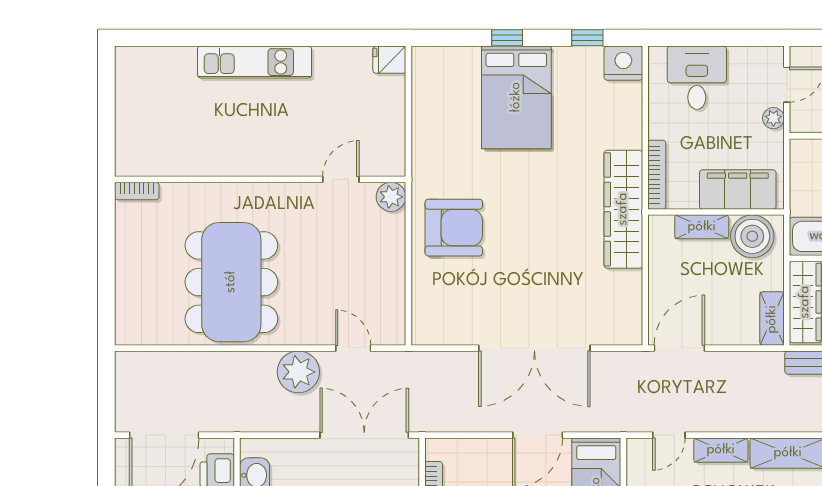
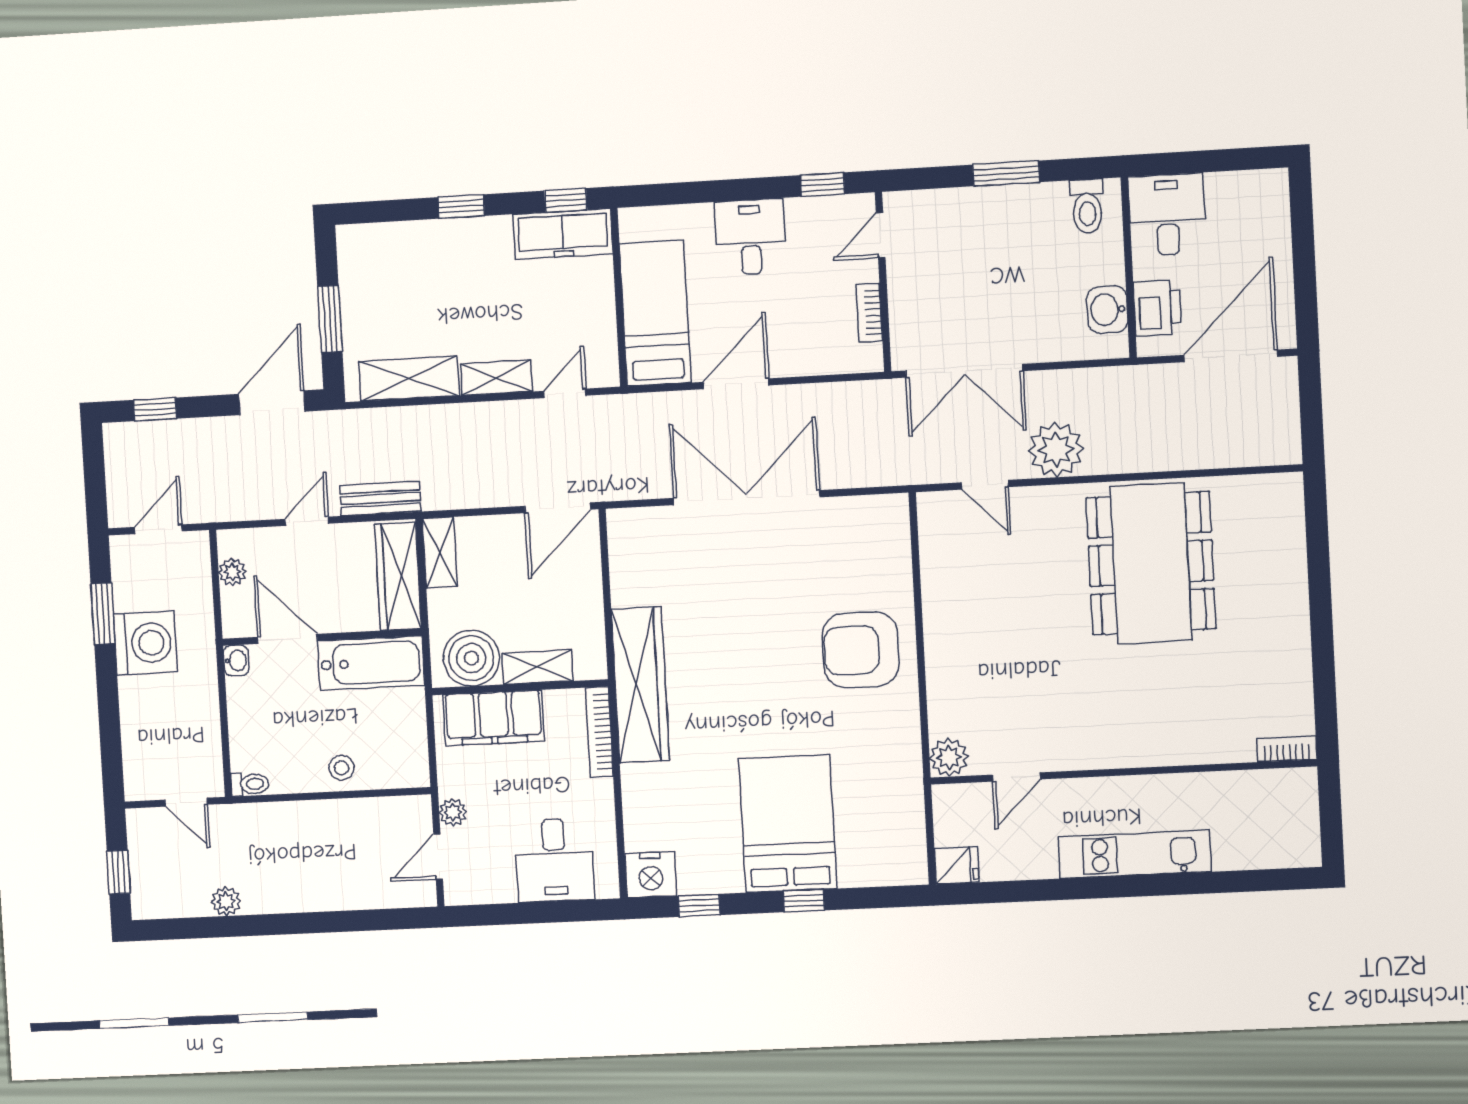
wall: (260, 179) -> (1123, 772), moved
door: (341, 179) -> (1016, 777), moved
bookcase: (137, 191) -> (1287, 749), moved
plant: (391, 197) -> (949, 757), moved

